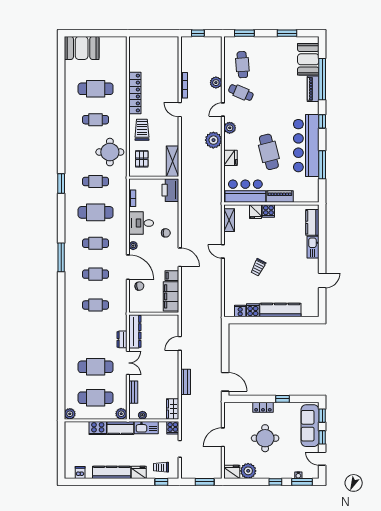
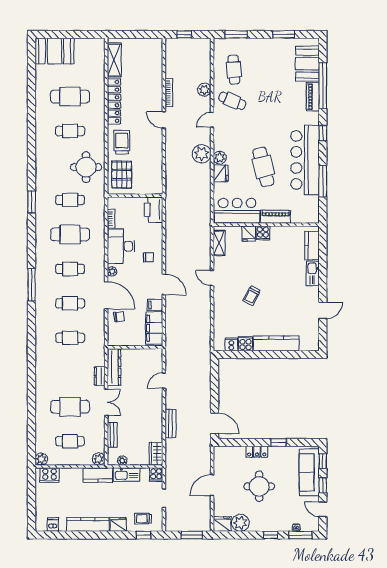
plant: (230, 128) -> (220, 158), moved
pallet: (142, 159) -> (122, 175), width x1.50, depth x1.42
shelving: (172, 161) -> (114, 60), moved
desk: (141, 223) -> (121, 246), width x1.37
cafe table: (96, 398) -> (70, 441), width x0.73, depth x0.74
cooker: (98, 428) -> (49, 475), moved

